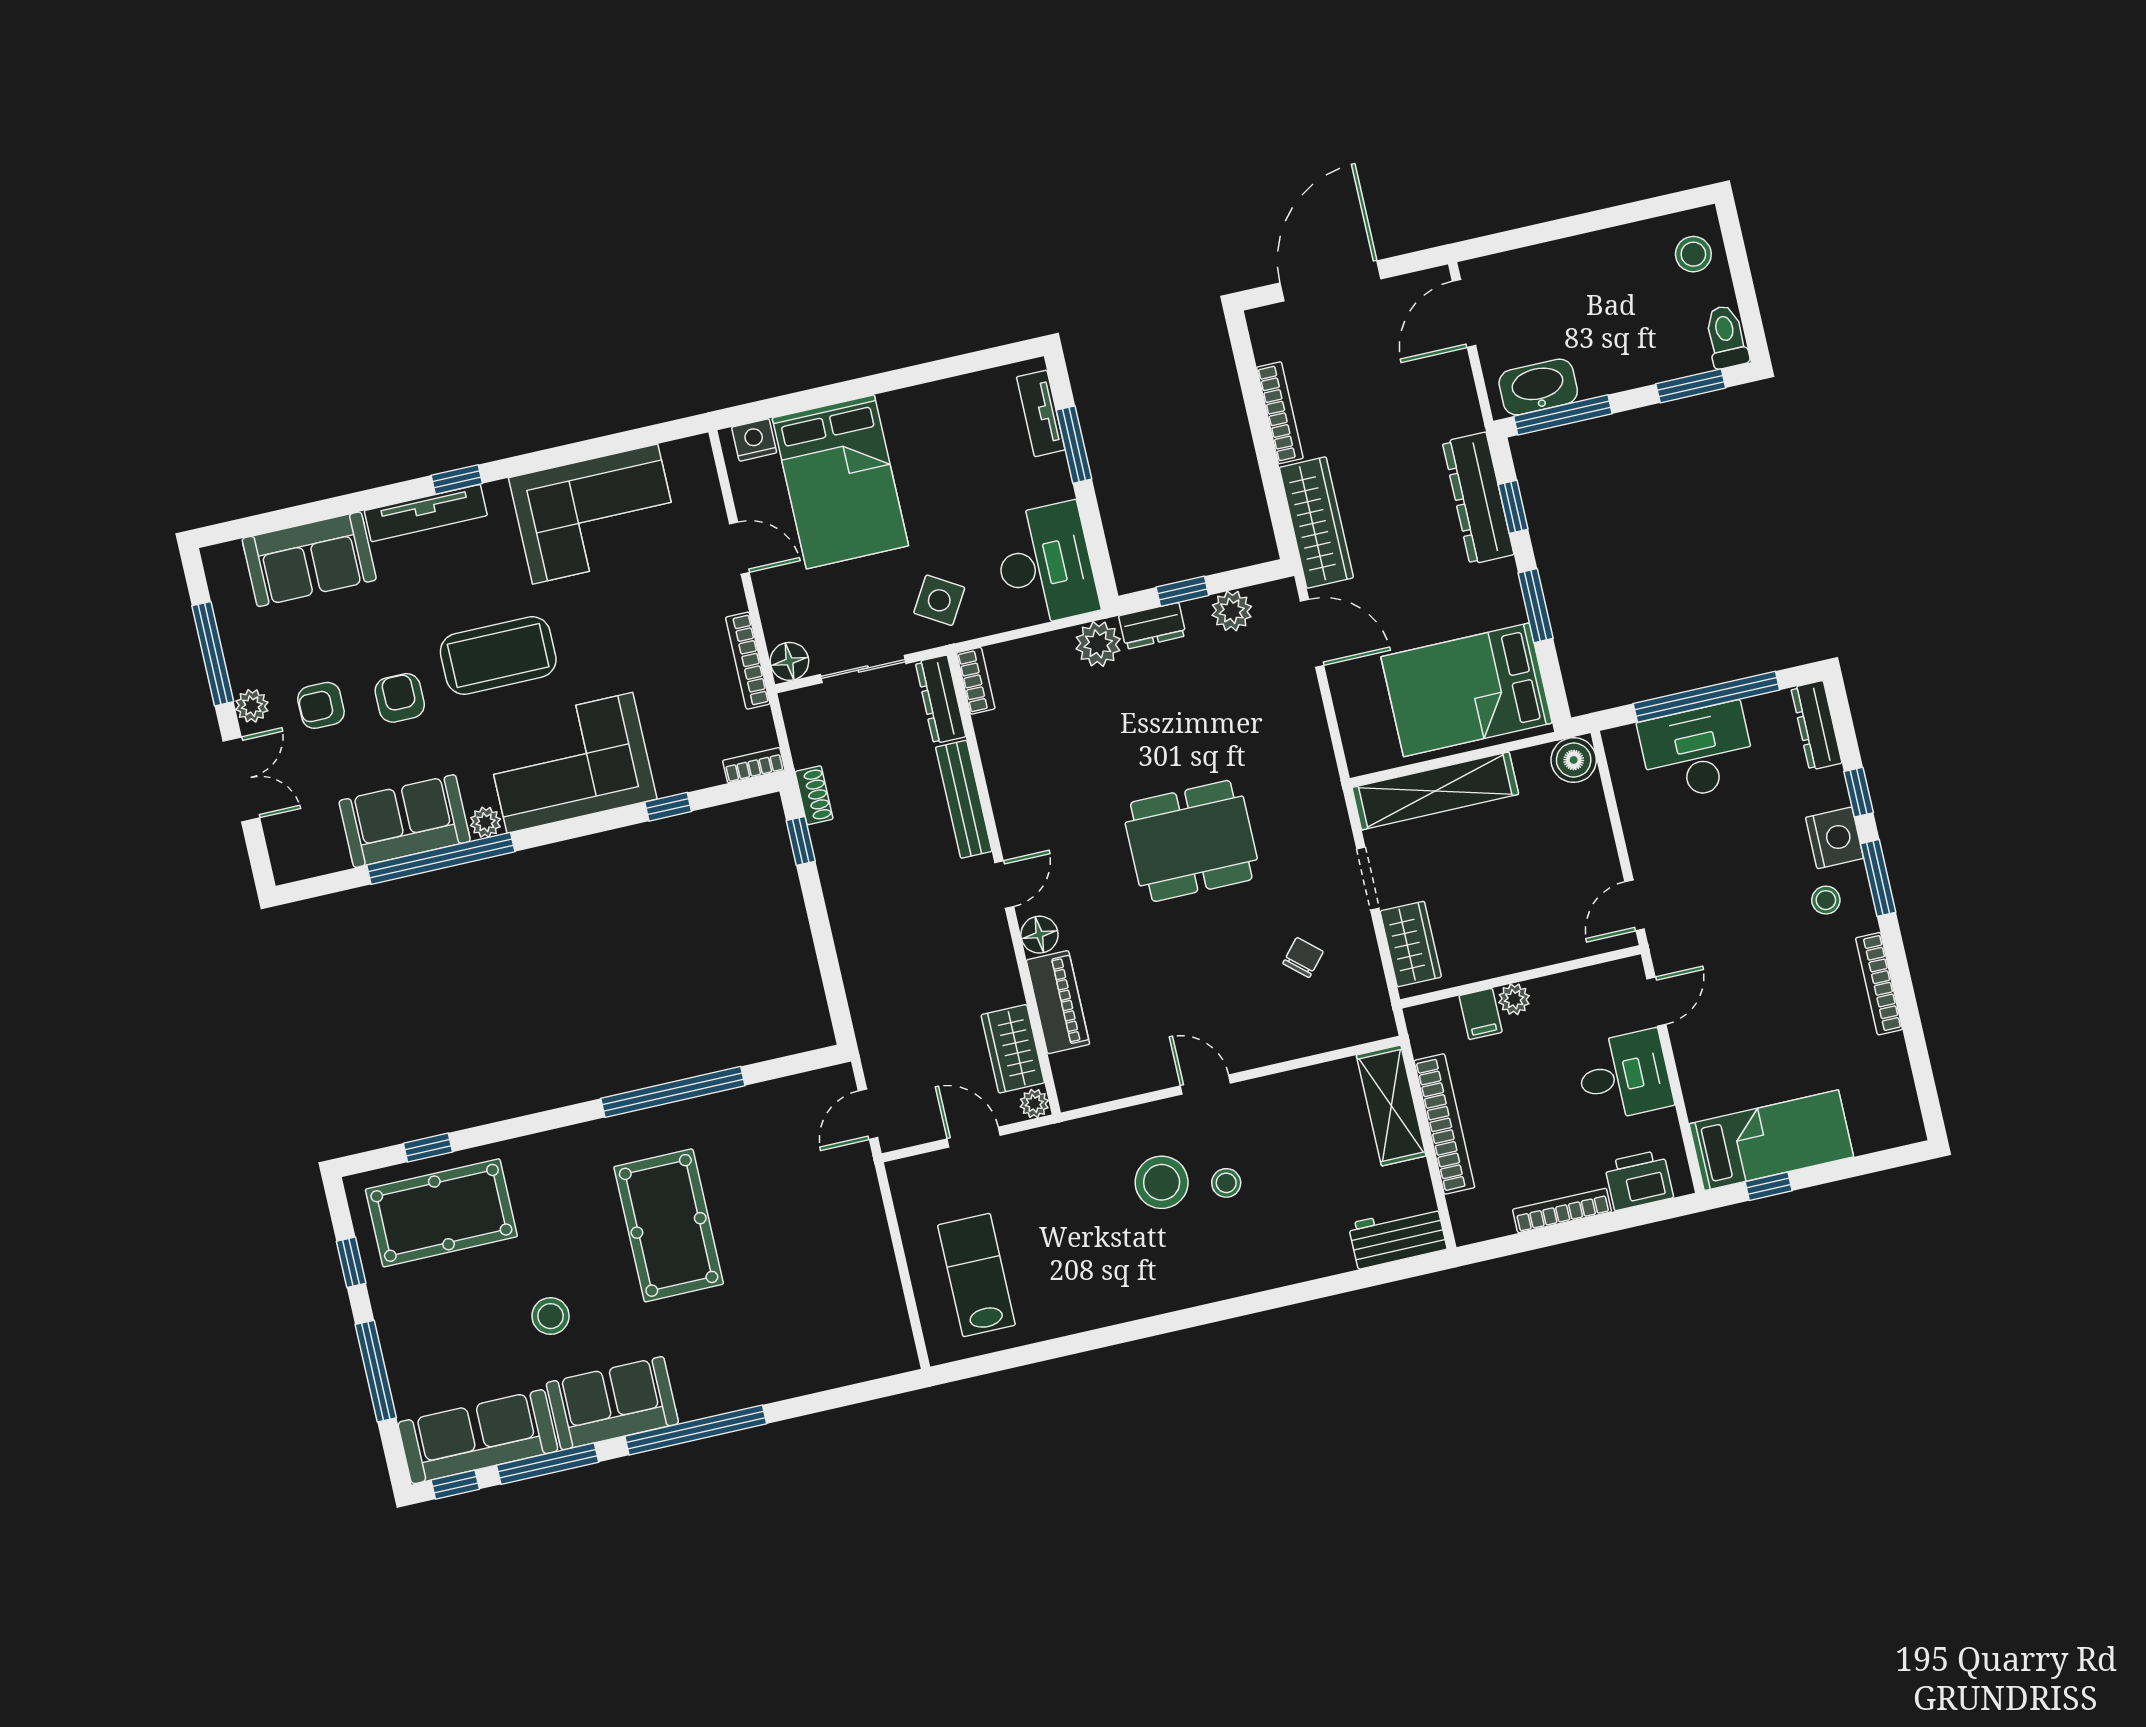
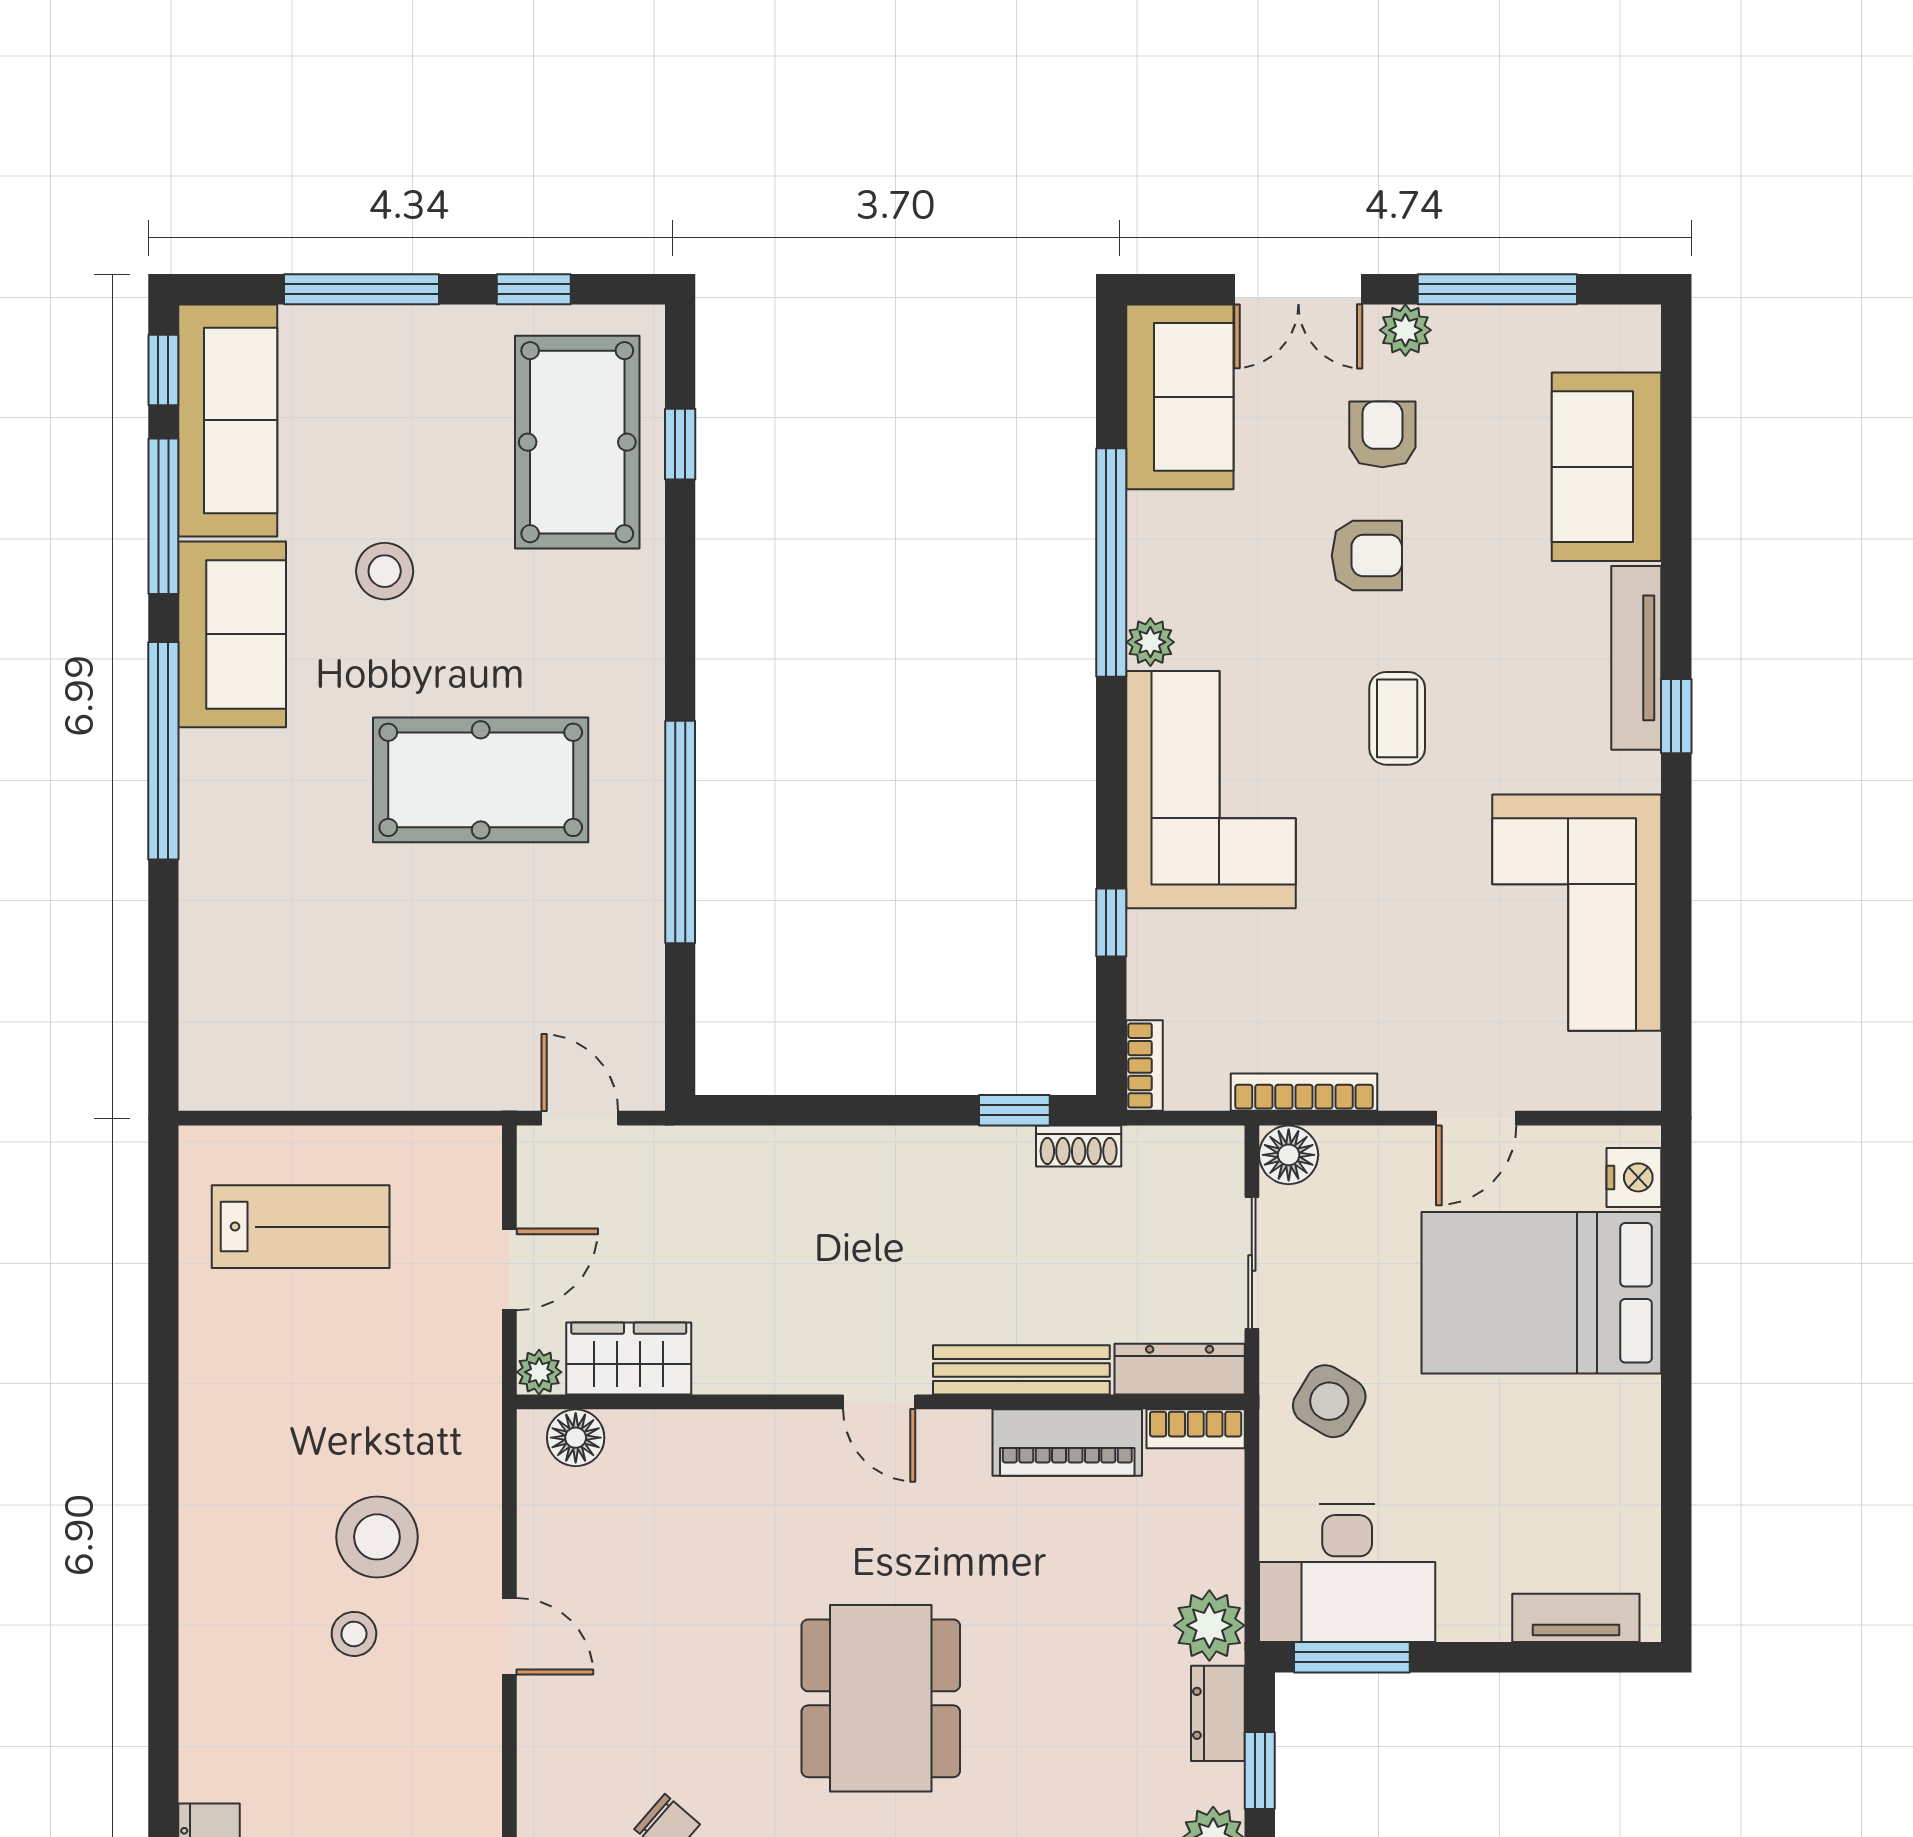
window: (1074, 445) -> (1352, 1657), moved
coffee table: (498, 655) -> (1397, 718), width x0.54, depth x0.58
sofa: (405, 821) -> (1180, 397), moved
floor lamp: (1039, 935) -> (576, 1438), moved
piano: (1058, 1002) -> (1067, 1443), moved
door: (1205, 1084) -> (509, 1636), hinge flipped

